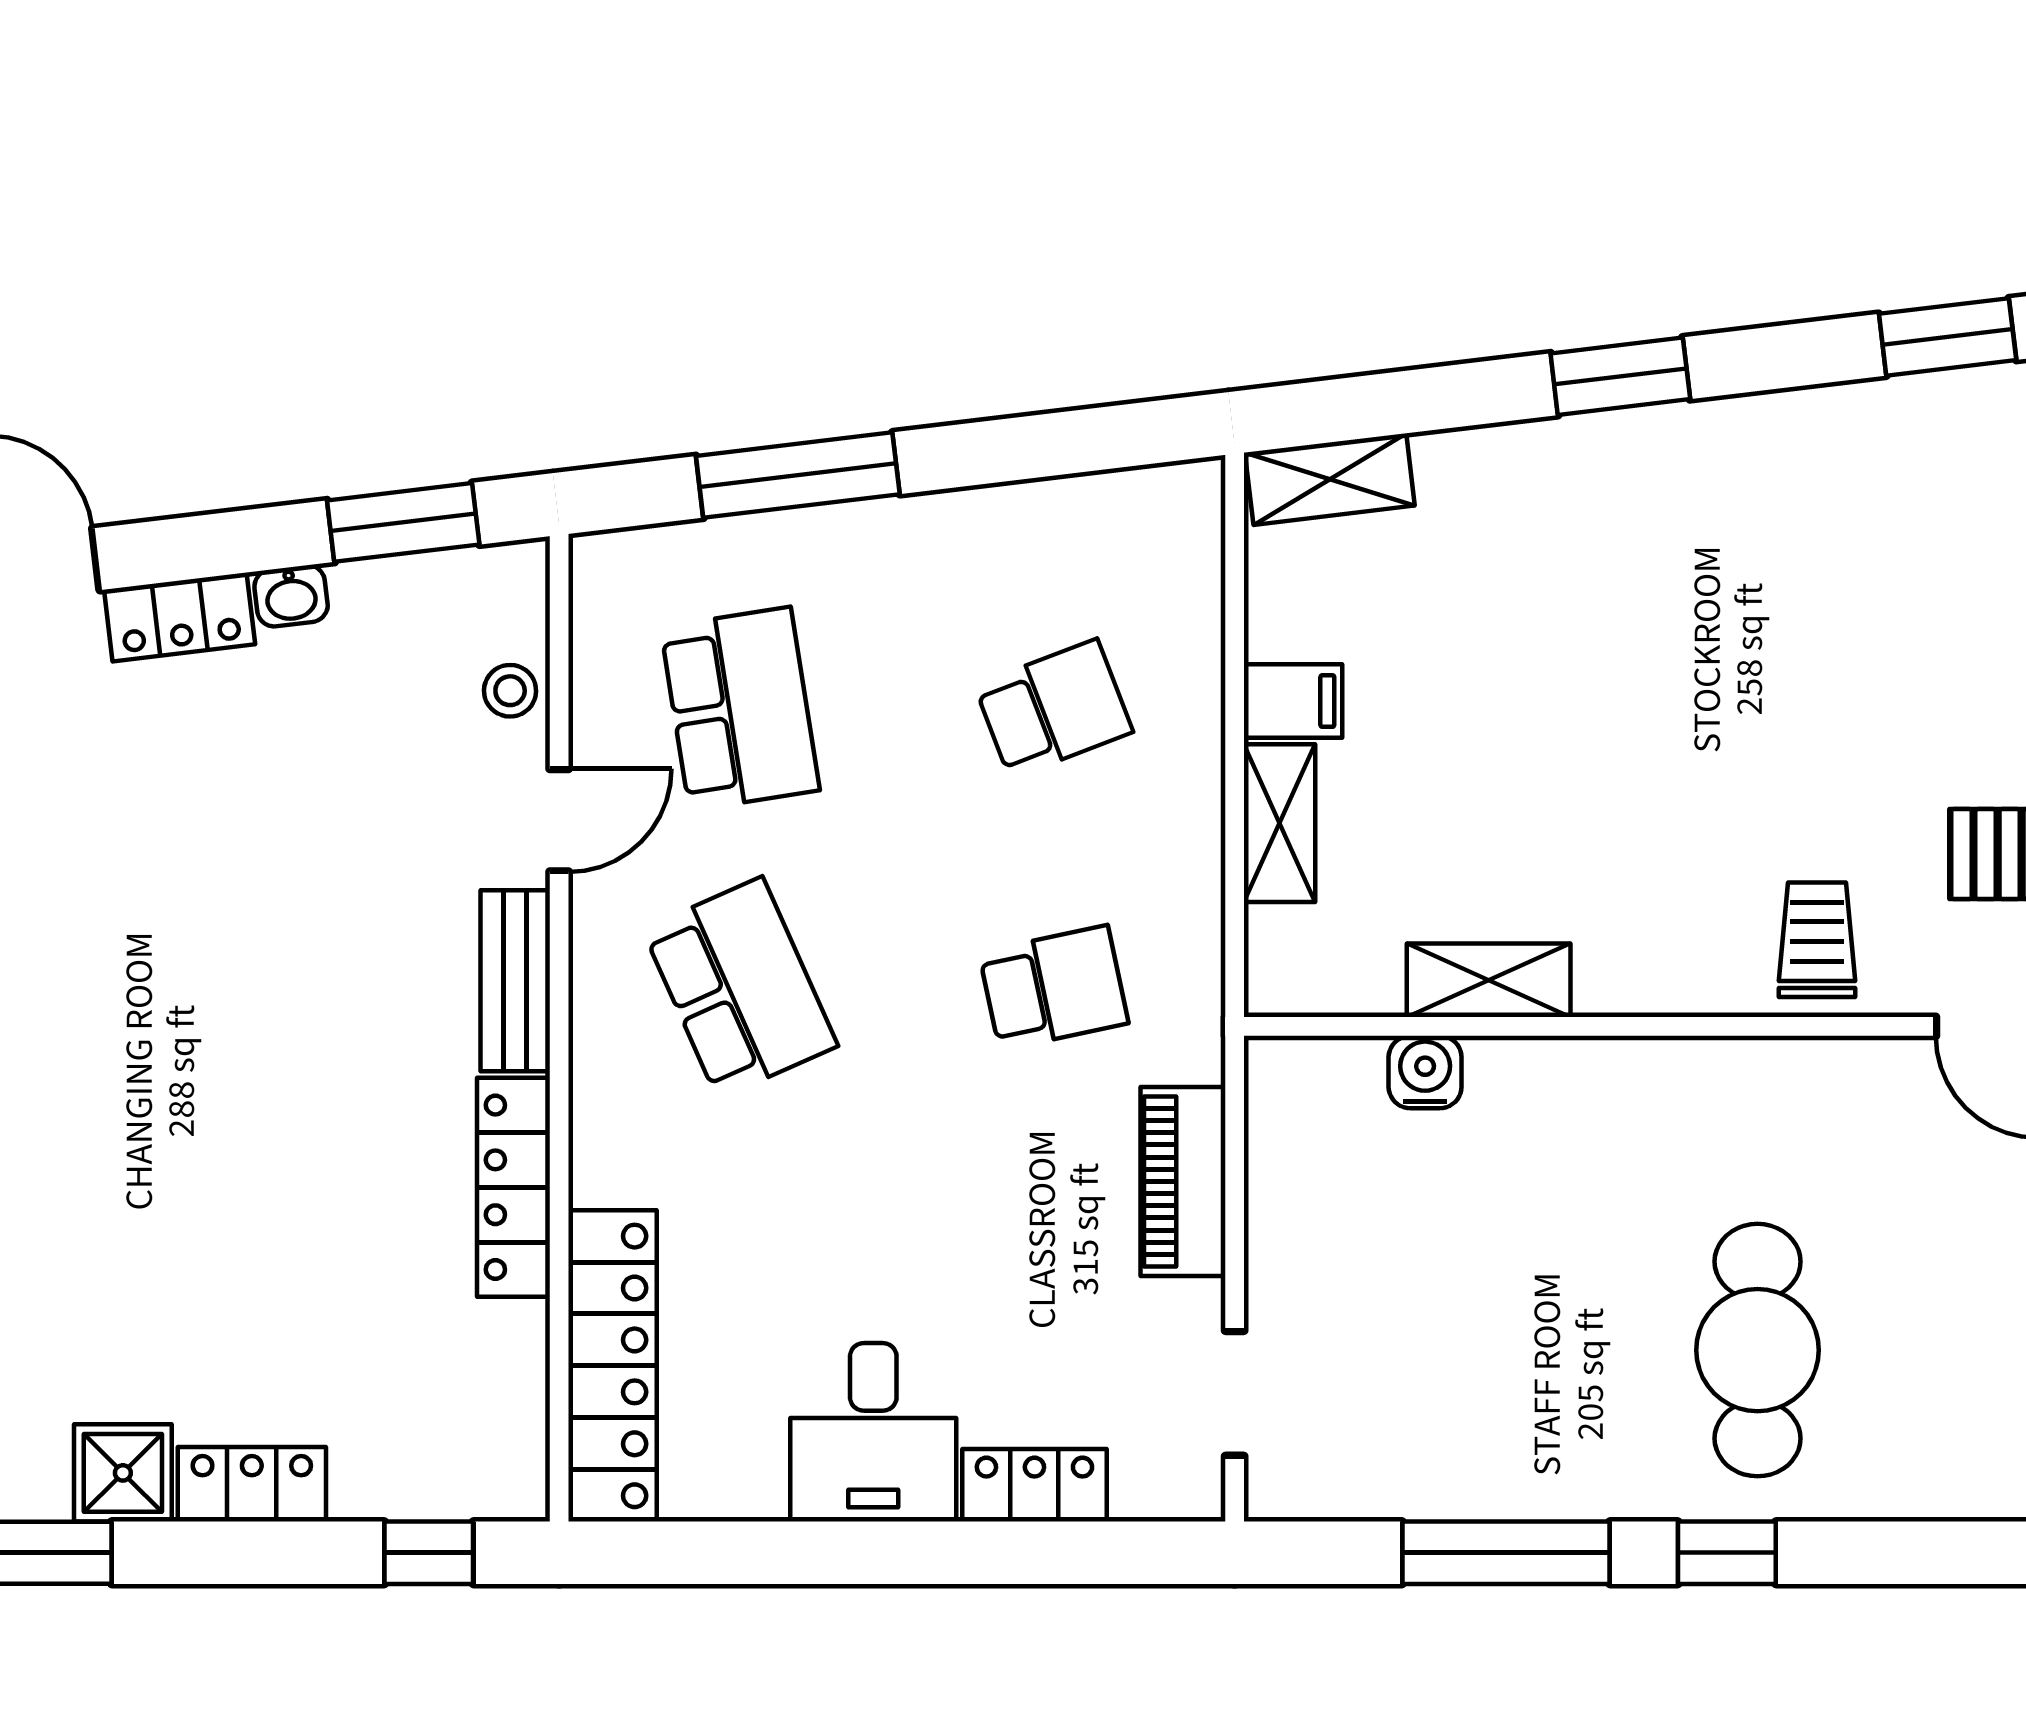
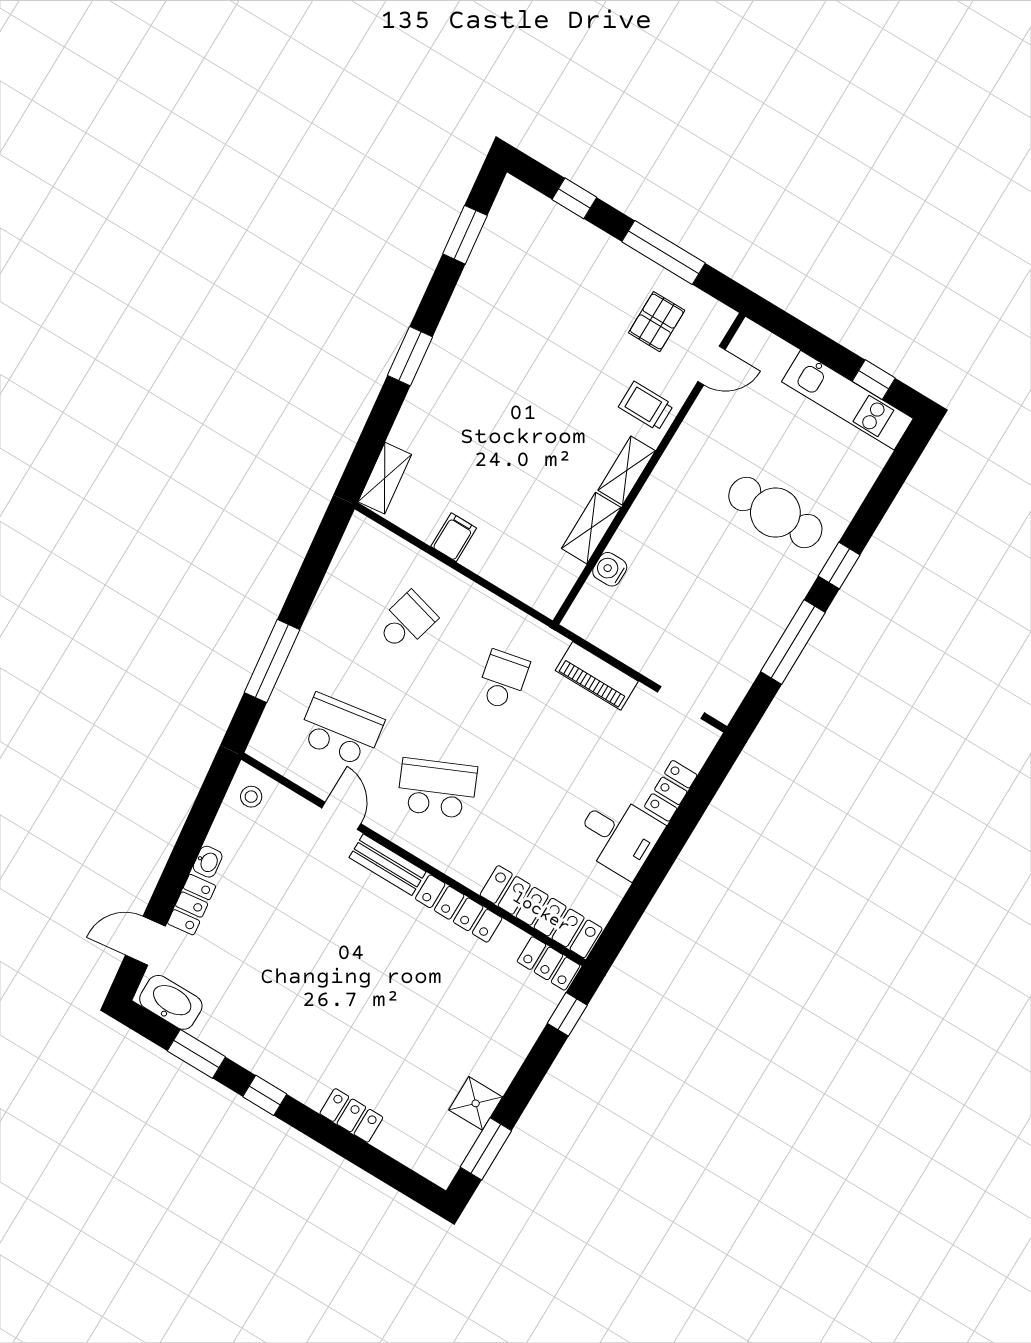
window: (403, 522) -> (206, 807), removed
stool: (510, 691) -> (251, 797), moved
school desk: (1054, 709) -> (406, 622), turned 36
shelving: (1280, 823) -> (627, 471), moved, turned 90
locker: (252, 1484) -> (548, 963), moved, turned -90

